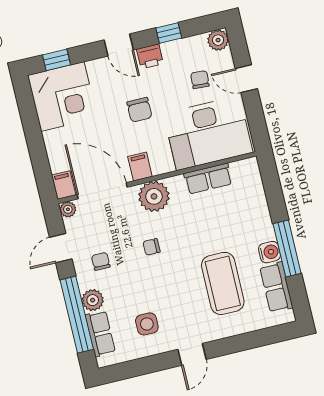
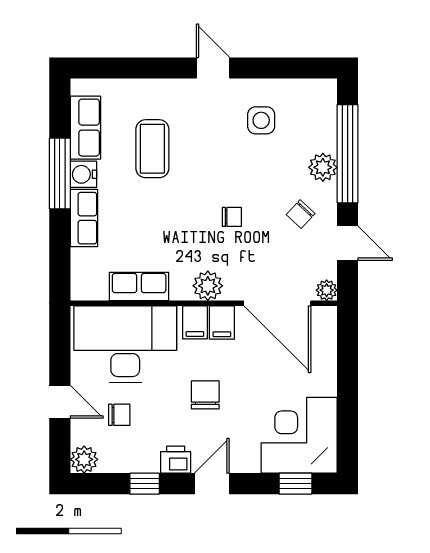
door: (119, 45) -> (212, 484), hinge flipped
chair: (200, 80) -> (119, 415), turned -94
filing cabinet: (64, 185) -> (195, 322), moved
plant: (154, 196) -> (208, 286), width x0.73, depth x0.73
door: (61, 248) -> (348, 243), hinge flipped
chair: (101, 261) -> (301, 214), turned 43
coffee table: (223, 283) -> (152, 149), width x0.73, depth x0.76
row of seats: (100, 334) -> (84, 218), moved, turned 180
door: (192, 354) -> (213, 68), hinge flipped

